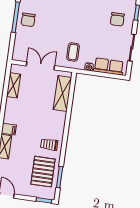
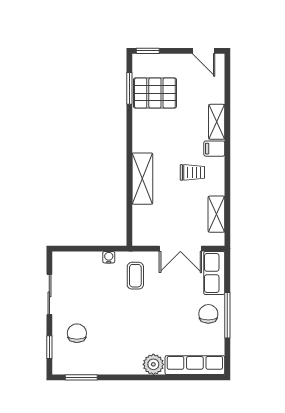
row of seats: (109, 67) -> (214, 273), moved, turned 90
shelving: (62, 94) -> (142, 179), moved
trolley: (49, 145) -> (192, 172), moved
pallet: (43, 172) -> (155, 93), turned 90

